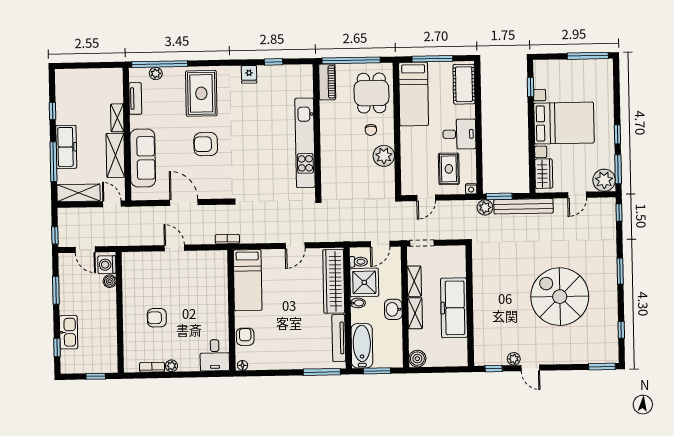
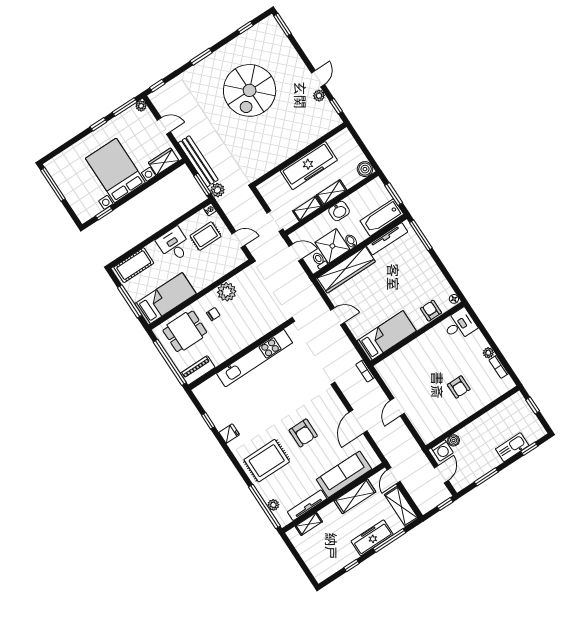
tv unit: (135, 98) -> (307, 505), width x1.41
shelving: (117, 118) -> (309, 524), moved
plant: (604, 180) -> (141, 106), width x0.53, depth x0.53
armchair: (245, 337) -> (431, 311), turned 90

